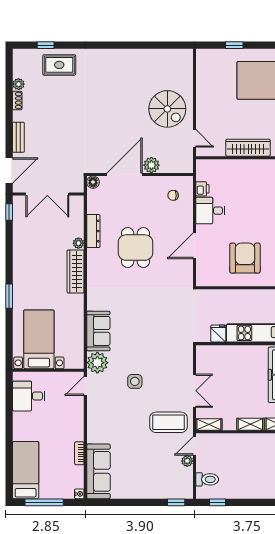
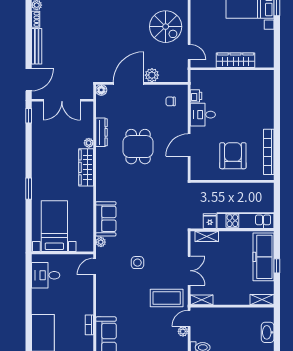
bench: (18, 137) -> (37, 46), width x1.36
plant: (97, 363) -> (101, 242), width x0.53, depth x0.53
shelving: (250, 424) -> (207, 236), moved

